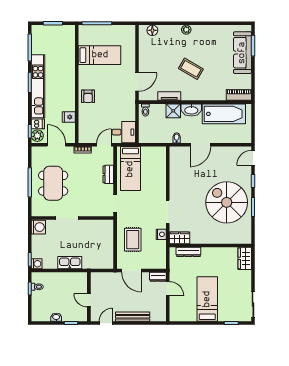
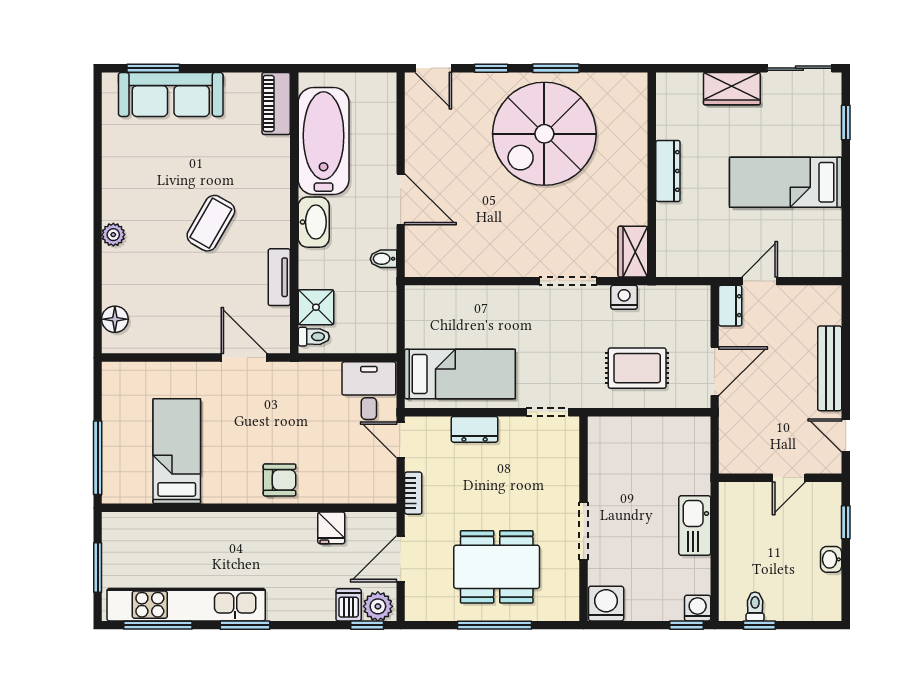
kitchen unit: (38, 86) -> (186, 605), moved
shower: (173, 111) -> (316, 307), moved
dresser: (188, 252) -> (668, 171), moved
wardrobe: (245, 258) -> (732, 89), moved

